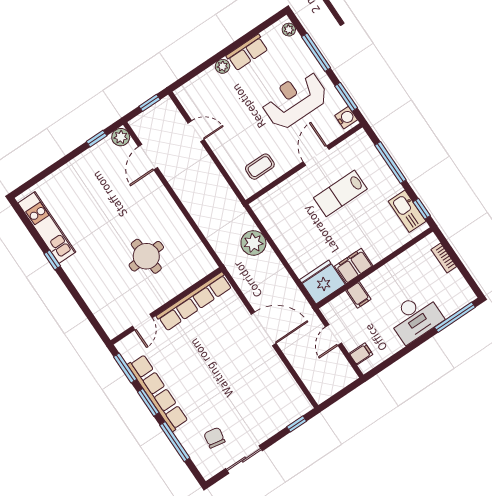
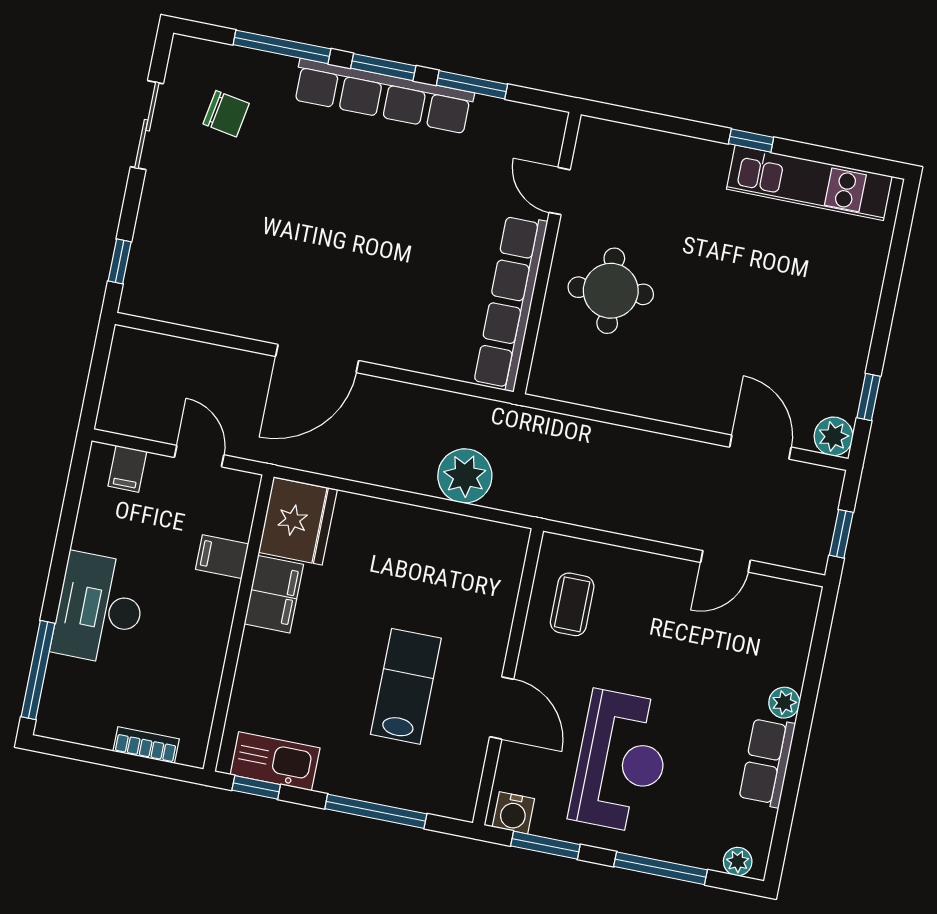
row of seats: (194, 302) -> (511, 303), moved
wall: (166, 306) -> (547, 253), moved
door: (142, 322) -> (560, 191), moved

